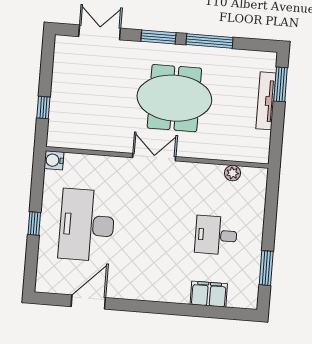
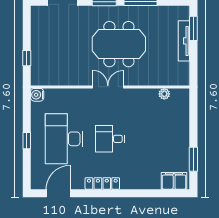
desk: (216, 235) -> (110, 139), moved
locker: (136, 292) -> (102, 183), added
filing cabinet: (209, 294) -> (174, 181), moved
door: (88, 302) -> (58, 193), moved

